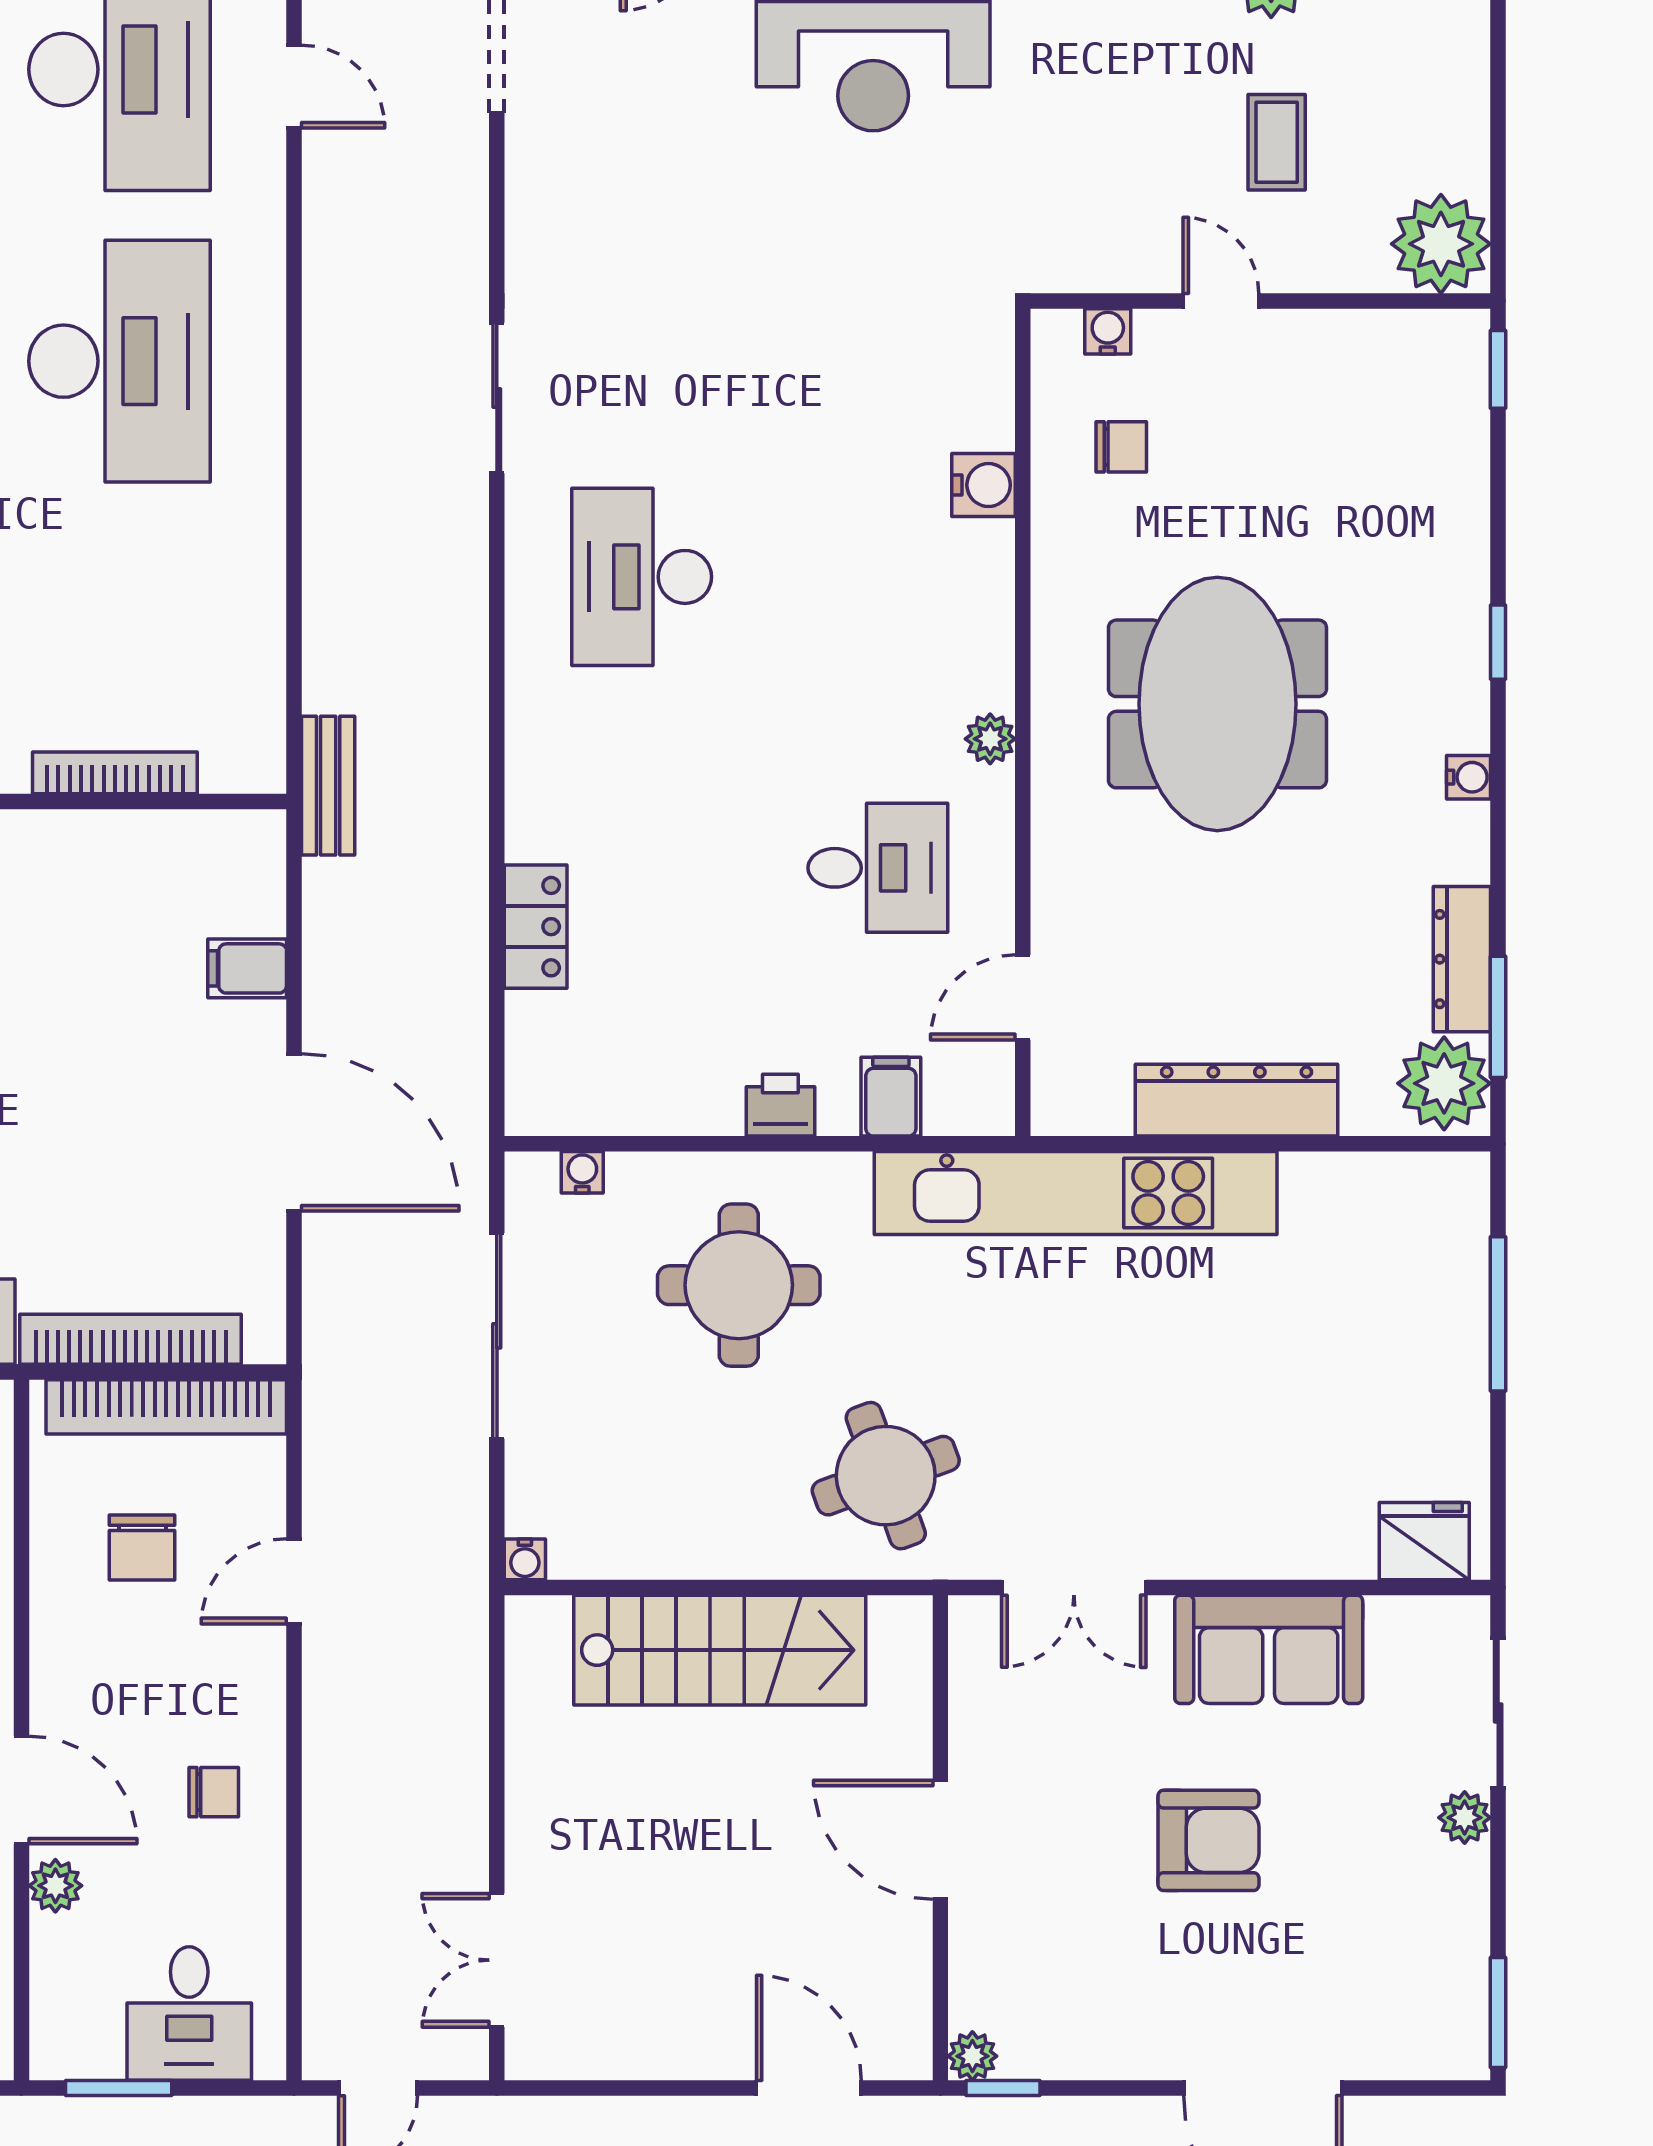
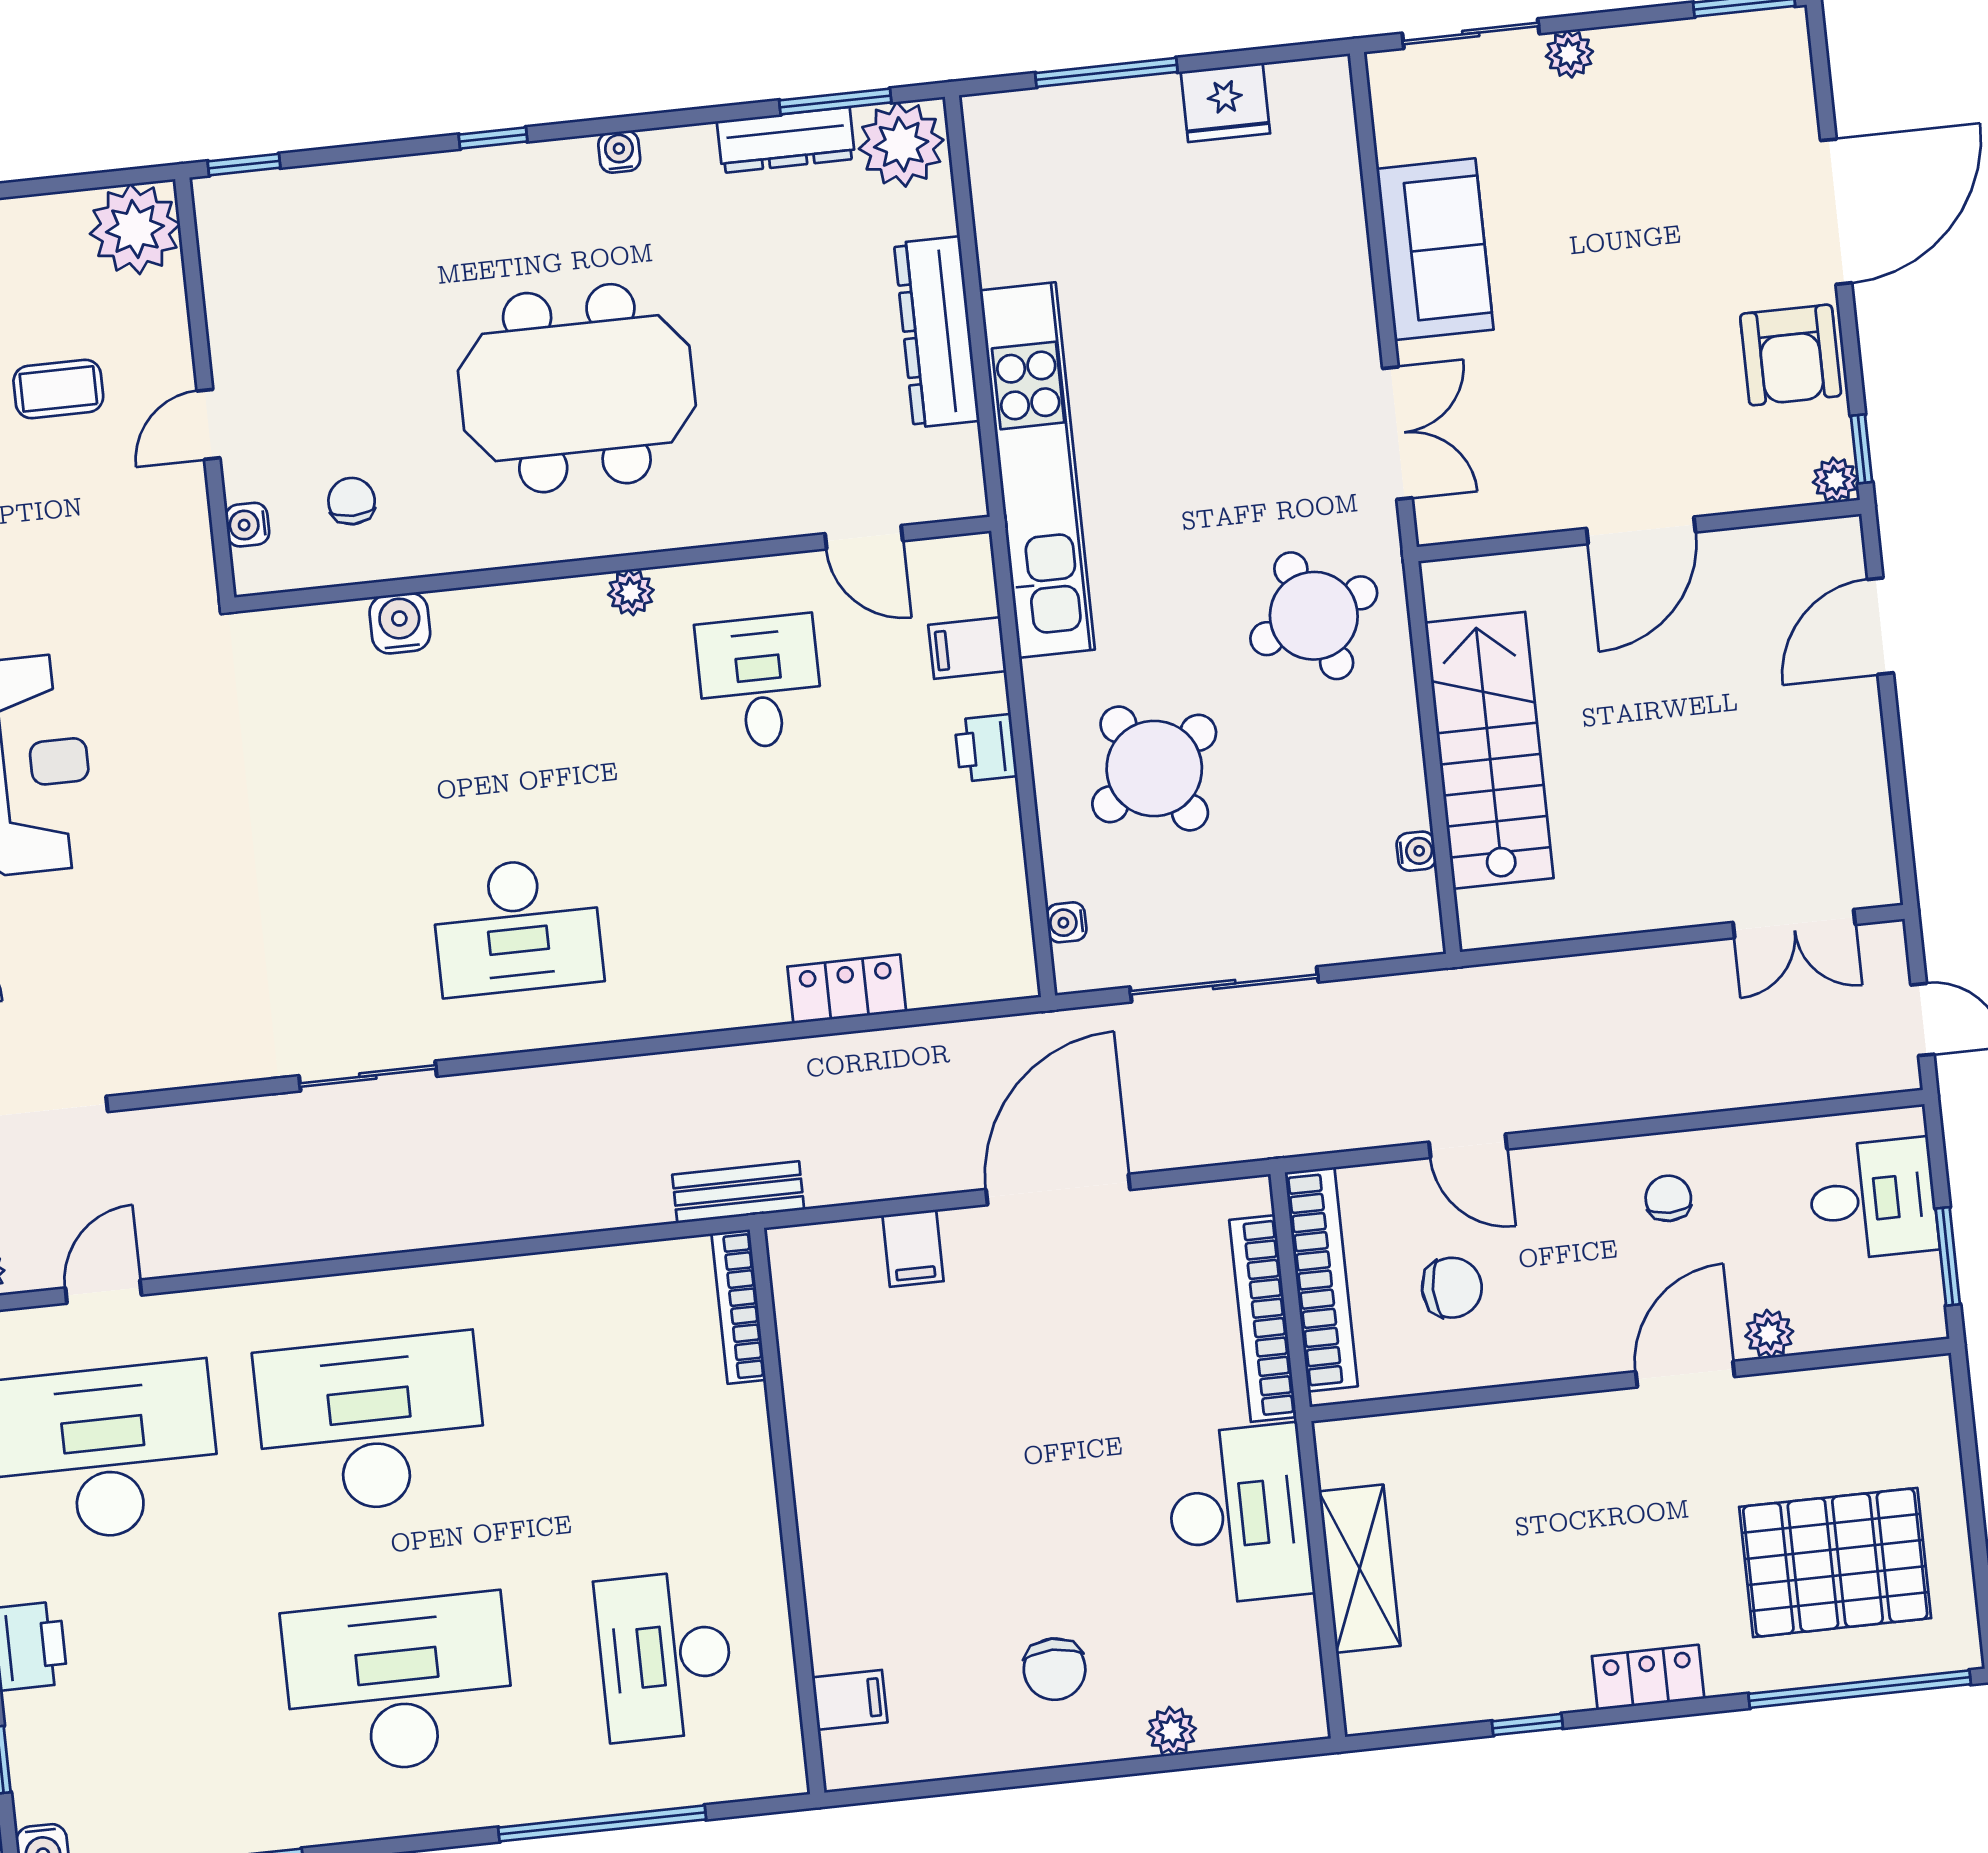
bookcase: (115, 773) -> (739, 1307), moved
round table: (739, 1285) -> (1154, 768), turned -33
fridge: (1424, 1541) -> (1225, 102), moved, turned -90
water cooler: (525, 1559) -> (1416, 851), moved
armchair: (1208, 1840) -> (1791, 355), moved, turned 180

